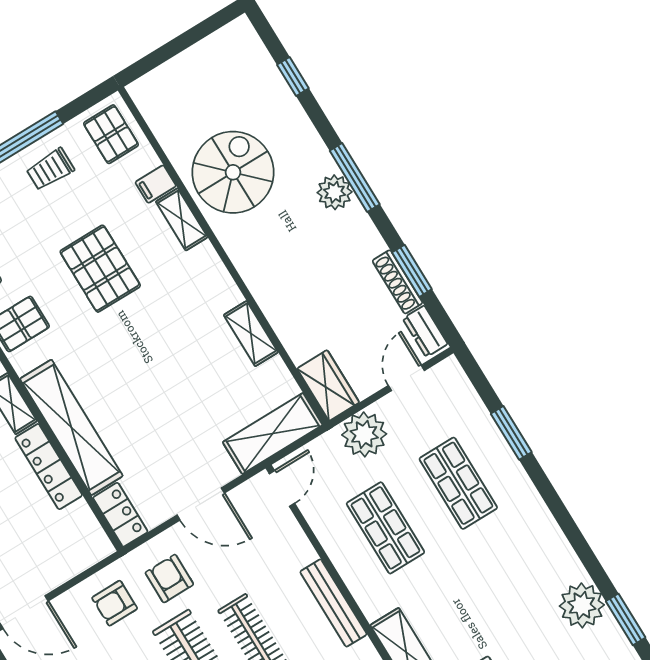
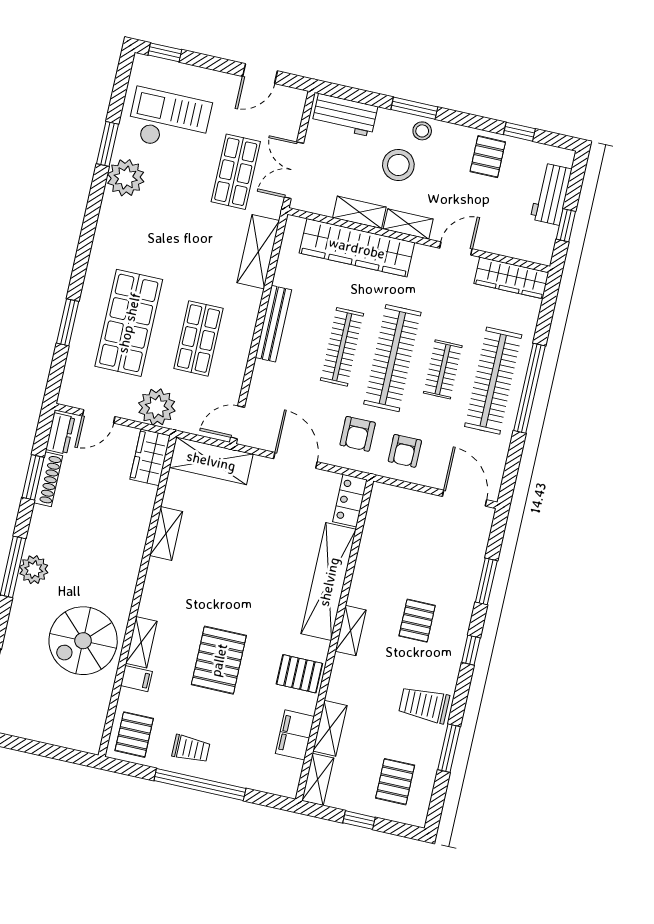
locker: (49, 467) -> (365, 571), removed
shop shelf: (458, 483) -> (129, 323), width x1.43, depth x1.36
armchair: (115, 603) -> (405, 451), turned 90

